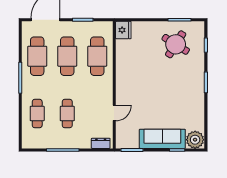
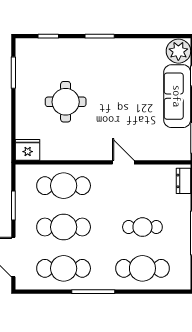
round table: (176, 44) -> (66, 102), moved, turned -32
door: (114, 113) -> (123, 162), moved
cafe table: (37, 114) -> (142, 268), width x1.37, depth x1.35

